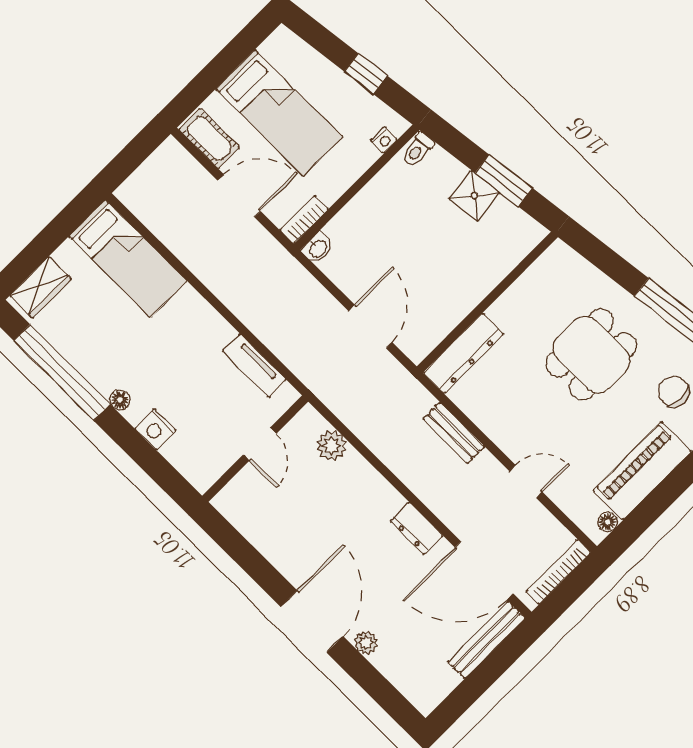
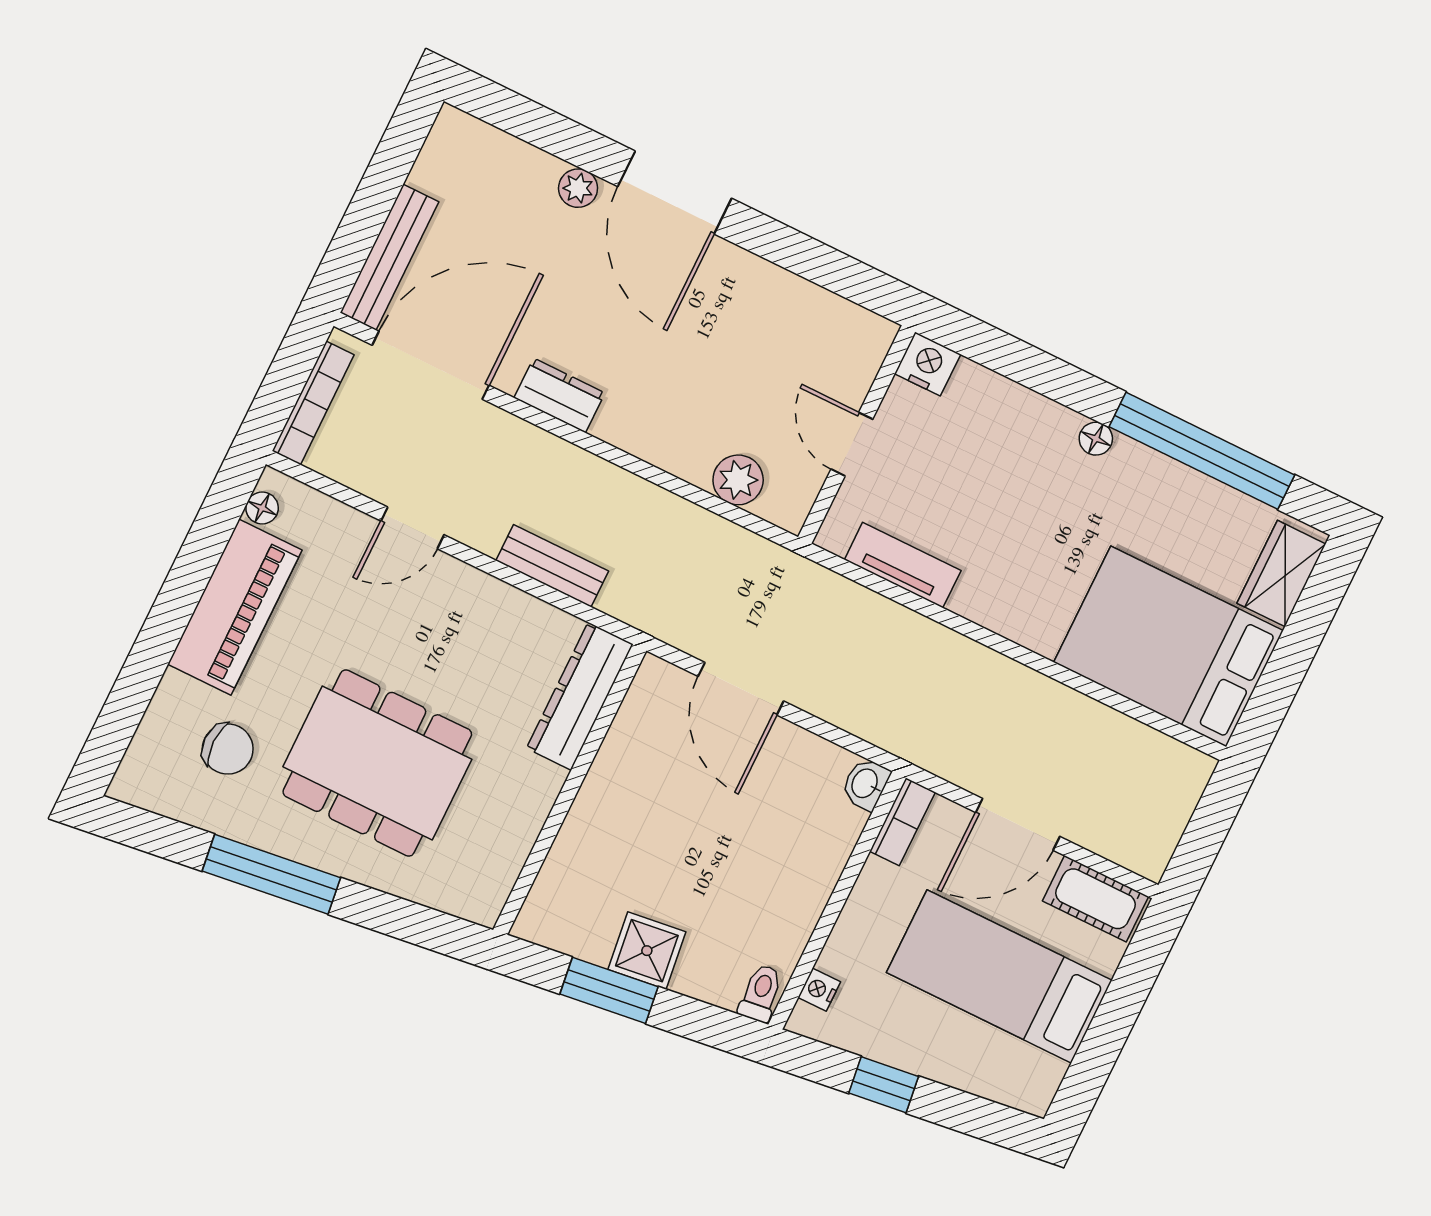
bed: (128, 258) -> (1169, 646), width x1.50
dining table: (591, 355) -> (377, 763), width x1.38
nightstand: (155, 429) -> (928, 364), moved

